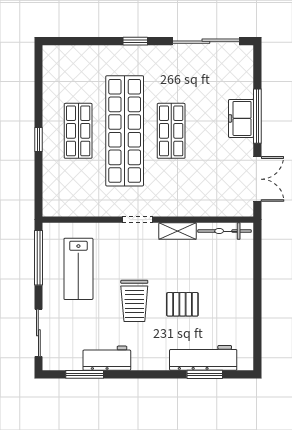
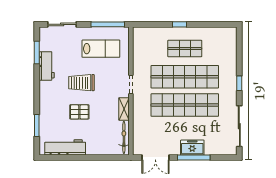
shop shelf: (171, 131) -> (185, 105), width x2.00, depth x1.36
lab bench: (78, 269) -> (101, 49), turned 180
pallet: (182, 304) -> (79, 112), turned 90
workbench: (203, 358) -> (65, 147), moved, turned -90

